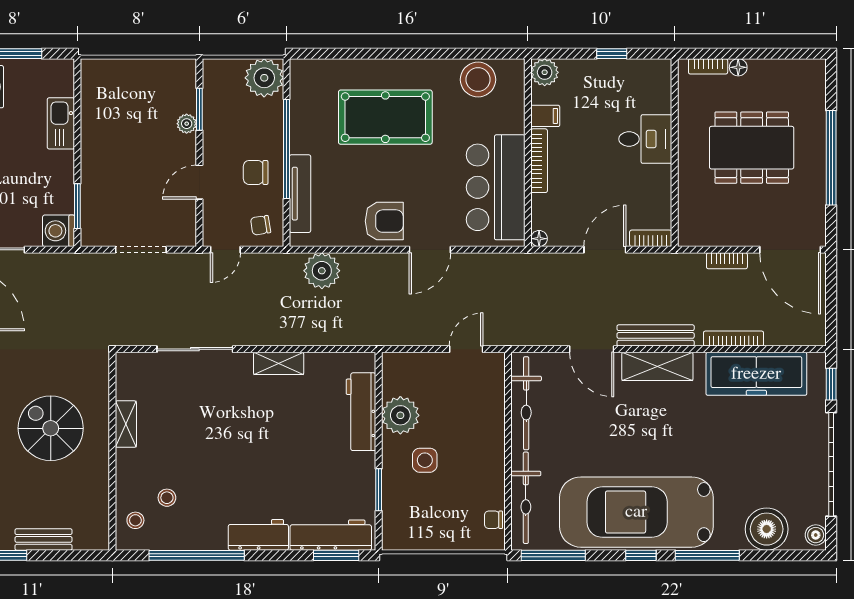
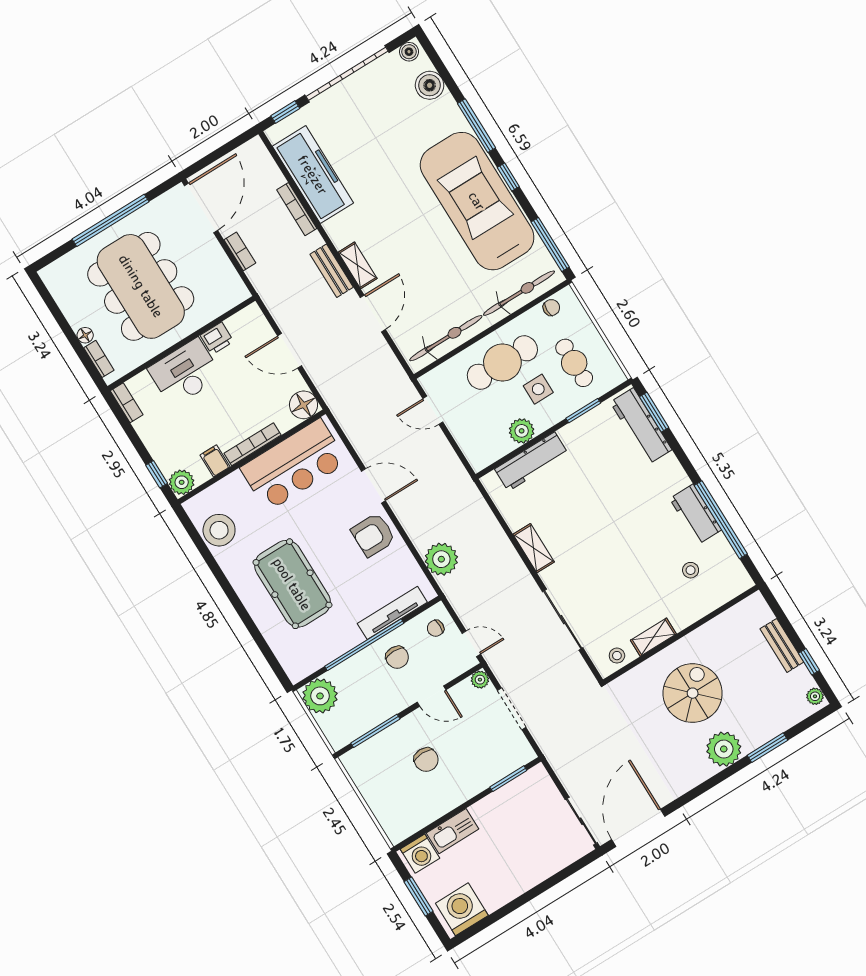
window: (612, 54) -> (157, 474), moved
window: (199, 109) -> (375, 731), width x1.44
plant: (187, 124) -> (480, 680), moved
desk: (645, 139) -> (185, 373), width x1.37
chair: (143, 140) -> (426, 760), added
dining table: (752, 148) -> (141, 286), width x1.36, depth x1.24
printer: (659, 189) -> (217, 338), added
armchair: (384, 221) -> (373, 535), turned -90
chair: (261, 225) -> (436, 628), turned 99
washing machine: (59, 231) -> (420, 854), moved
bookcase: (651, 238) -> (127, 403), moved, turned 180
floor lamp: (539, 239) -> (304, 405), width x1.89, depth x1.89
bench: (656, 335) -> (332, 271), width x0.73
shelving: (657, 366) -> (358, 265), width x0.67, depth x0.75
plant: (400, 415) -> (522, 431), width x0.73, depth x0.73
spiral stairs: (51, 428) -> (693, 693), turned 180
cafe table: (470, 442) -> (502, 363), added
cafe table: (429, 509) -> (574, 363), added
car: (636, 512) -> (477, 201), turned 180
stool: (135, 520) -> (617, 656), moved
chair: (494, 520) -> (551, 308), turned -90
boiler: (767, 529) -> (430, 85), width x0.73, depth x0.73
workbench: (258, 535) -> (696, 514), moved

